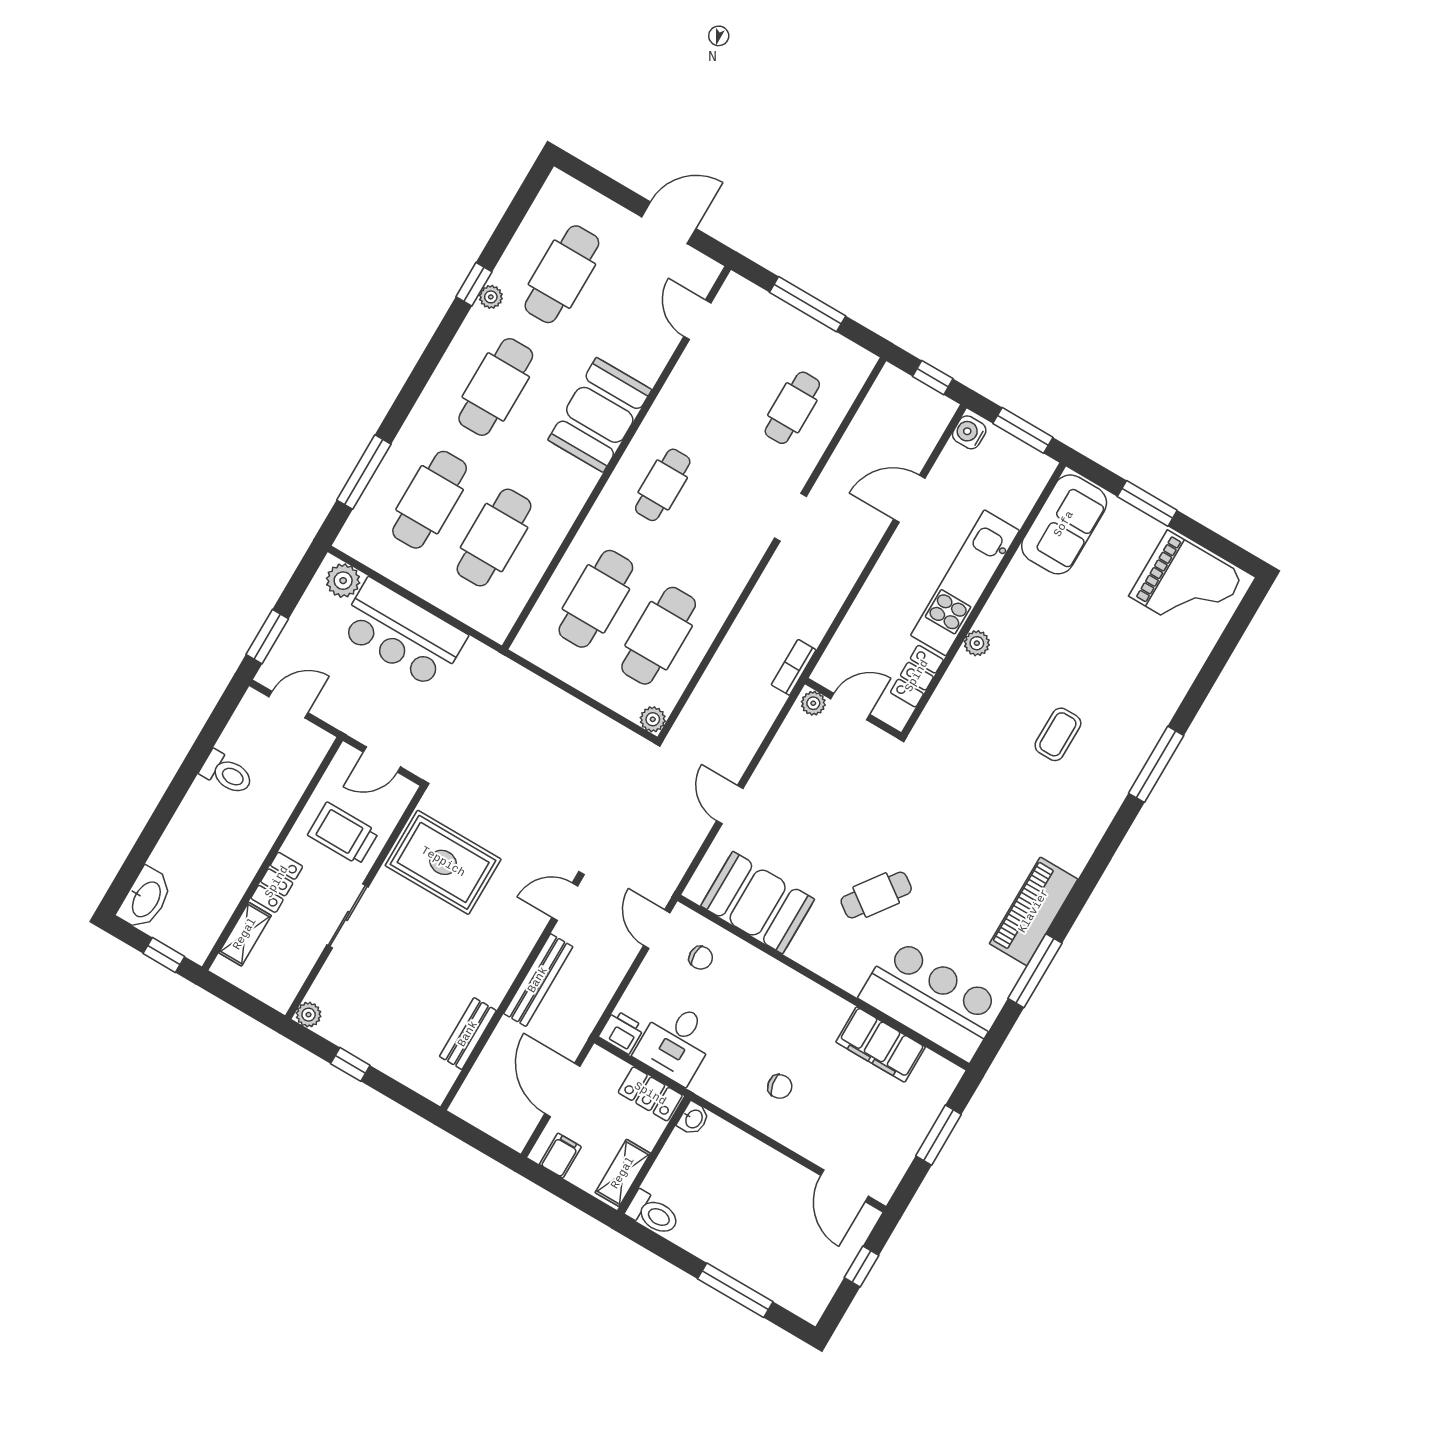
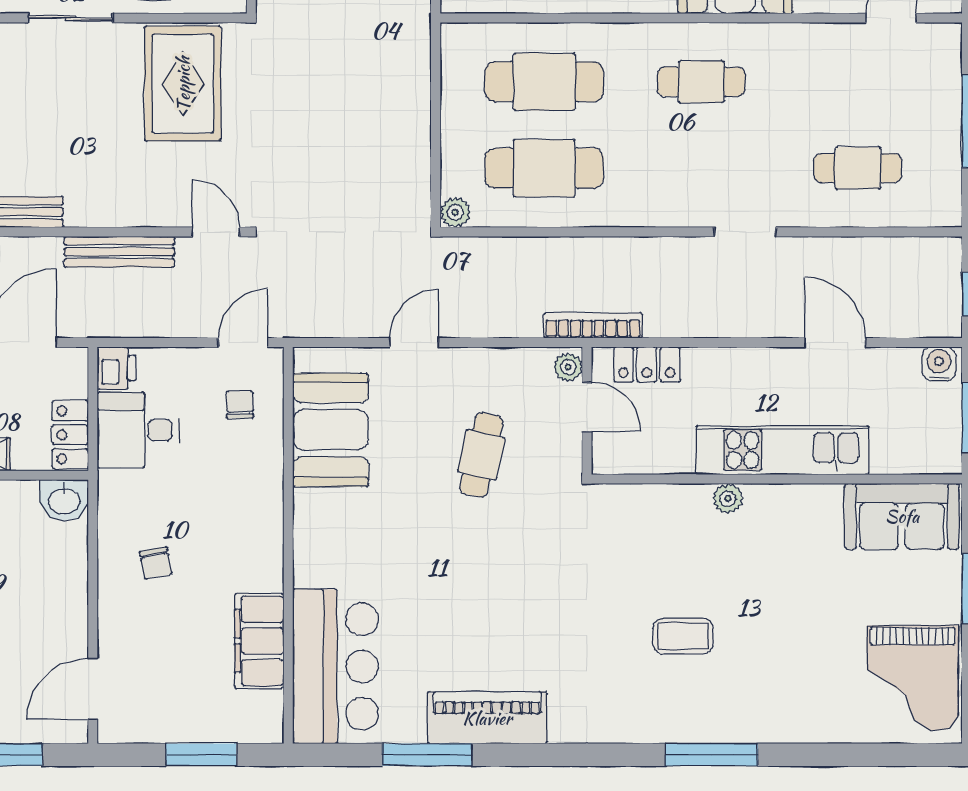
bookcase: (794, 667) -> (593, 325), width x1.56
locker: (917, 676) -> (647, 365), moved, turned 180
cafe table: (876, 895) -> (481, 455), moved, turned 67
chair: (701, 958) -> (240, 405), turned 180
washbasin: (693, 1119) -> (64, 500), width x1.38, depth x1.45

